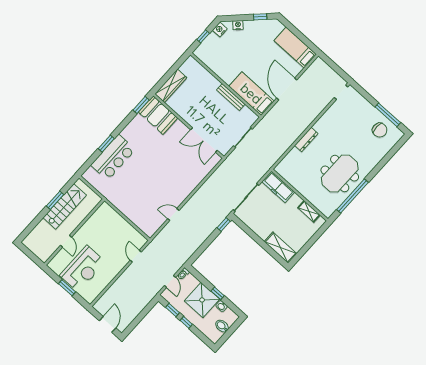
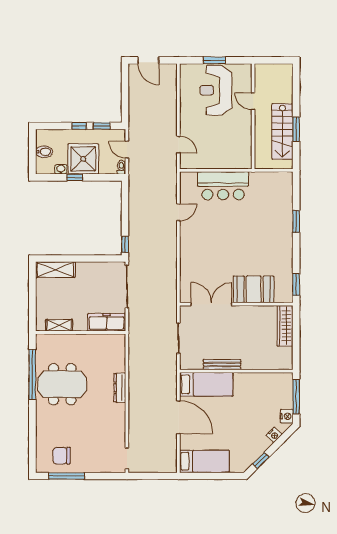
window: (203, 36) -> (296, 397), width x2.17
booth: (158, 115) -> (254, 289), moved
bar counter: (113, 157) -> (223, 186), moved, turned -90
meeting table: (340, 174) -> (62, 384), turned 90

